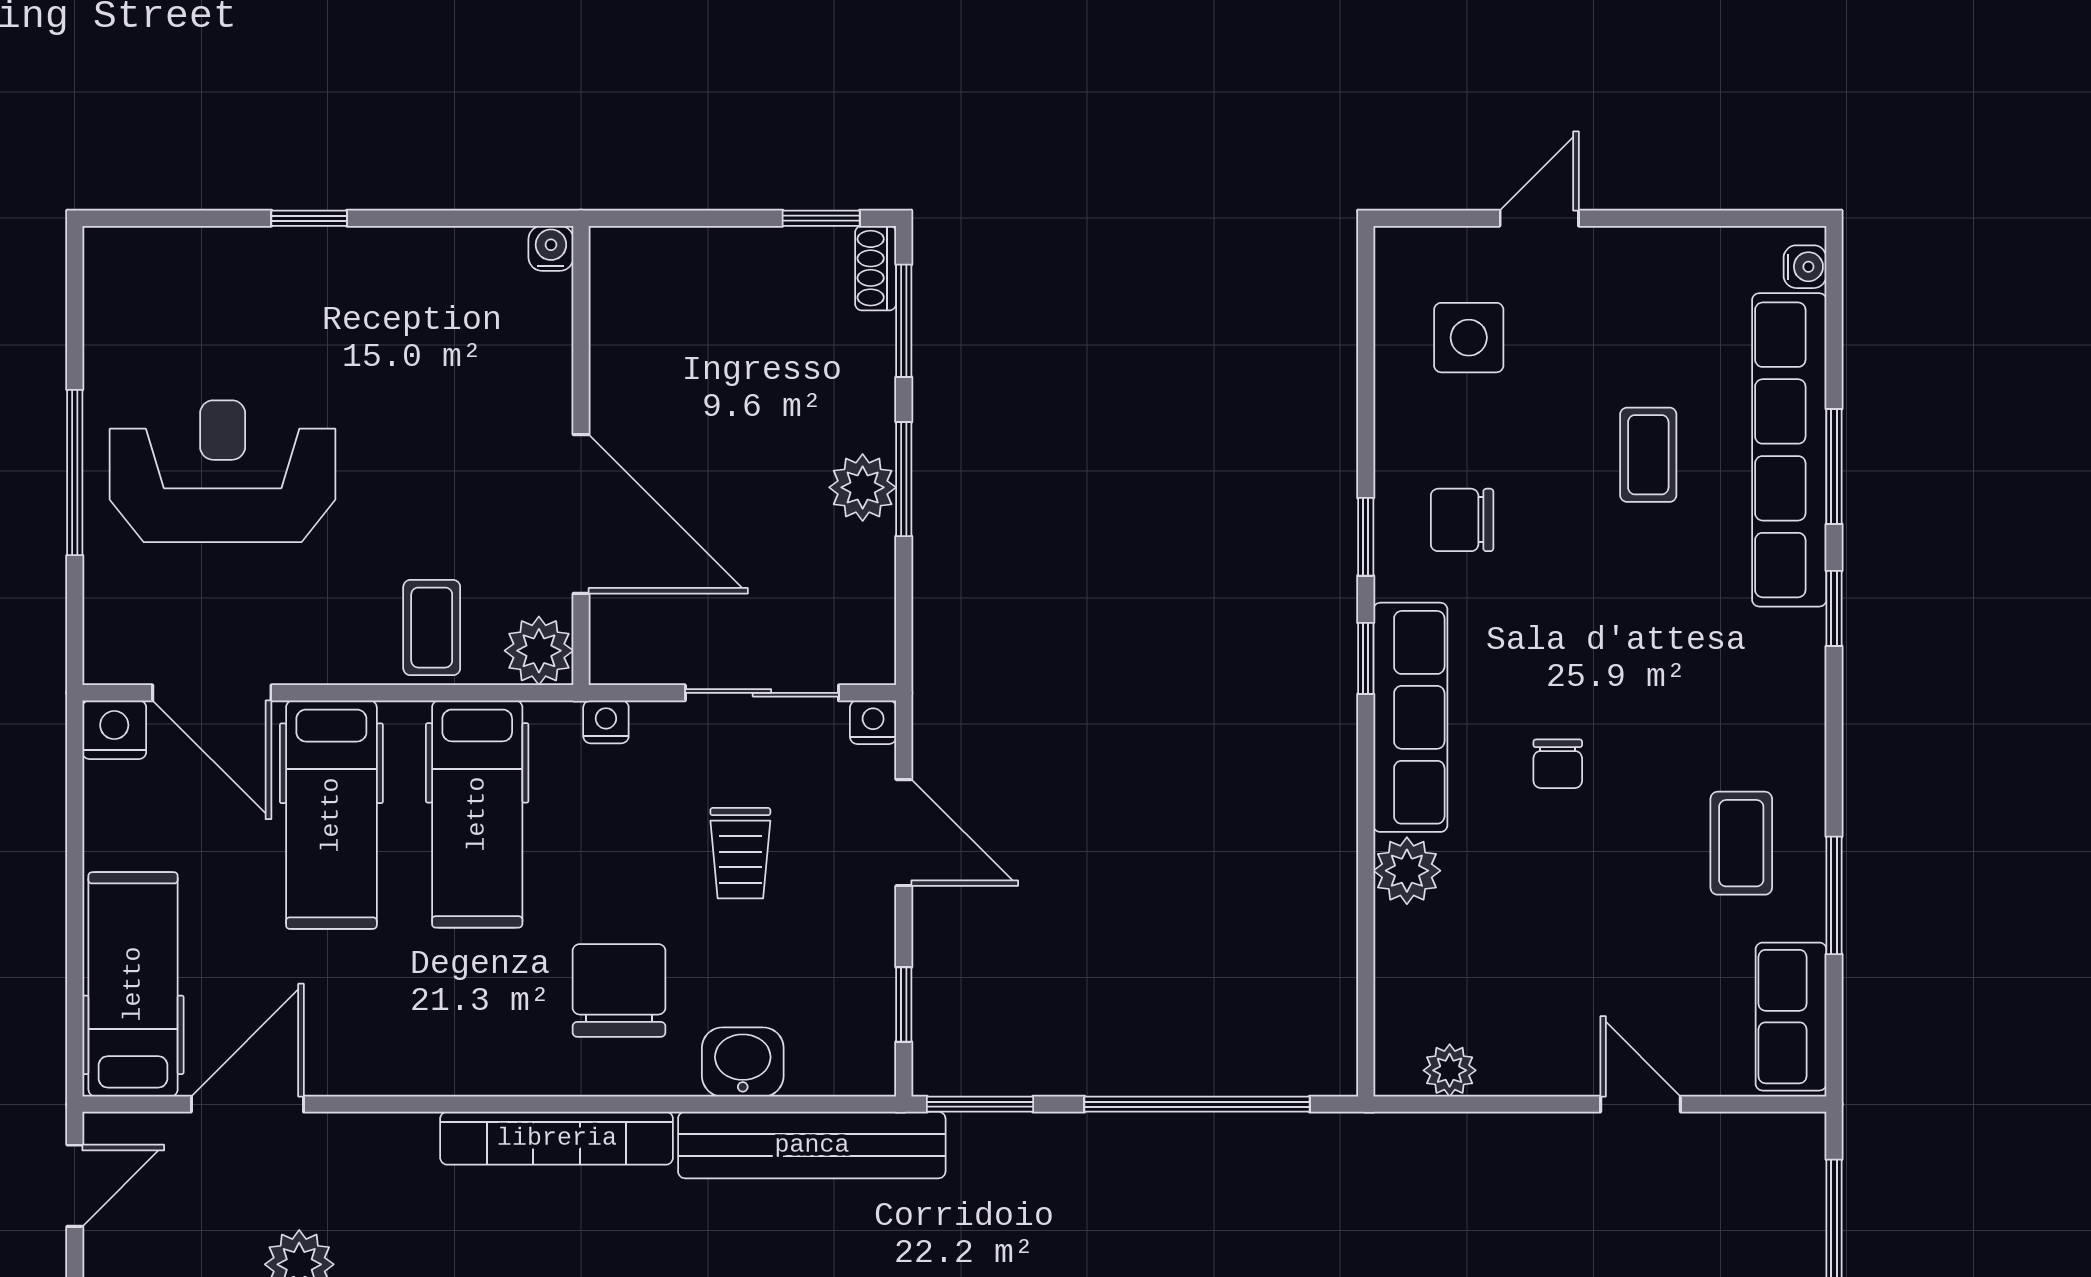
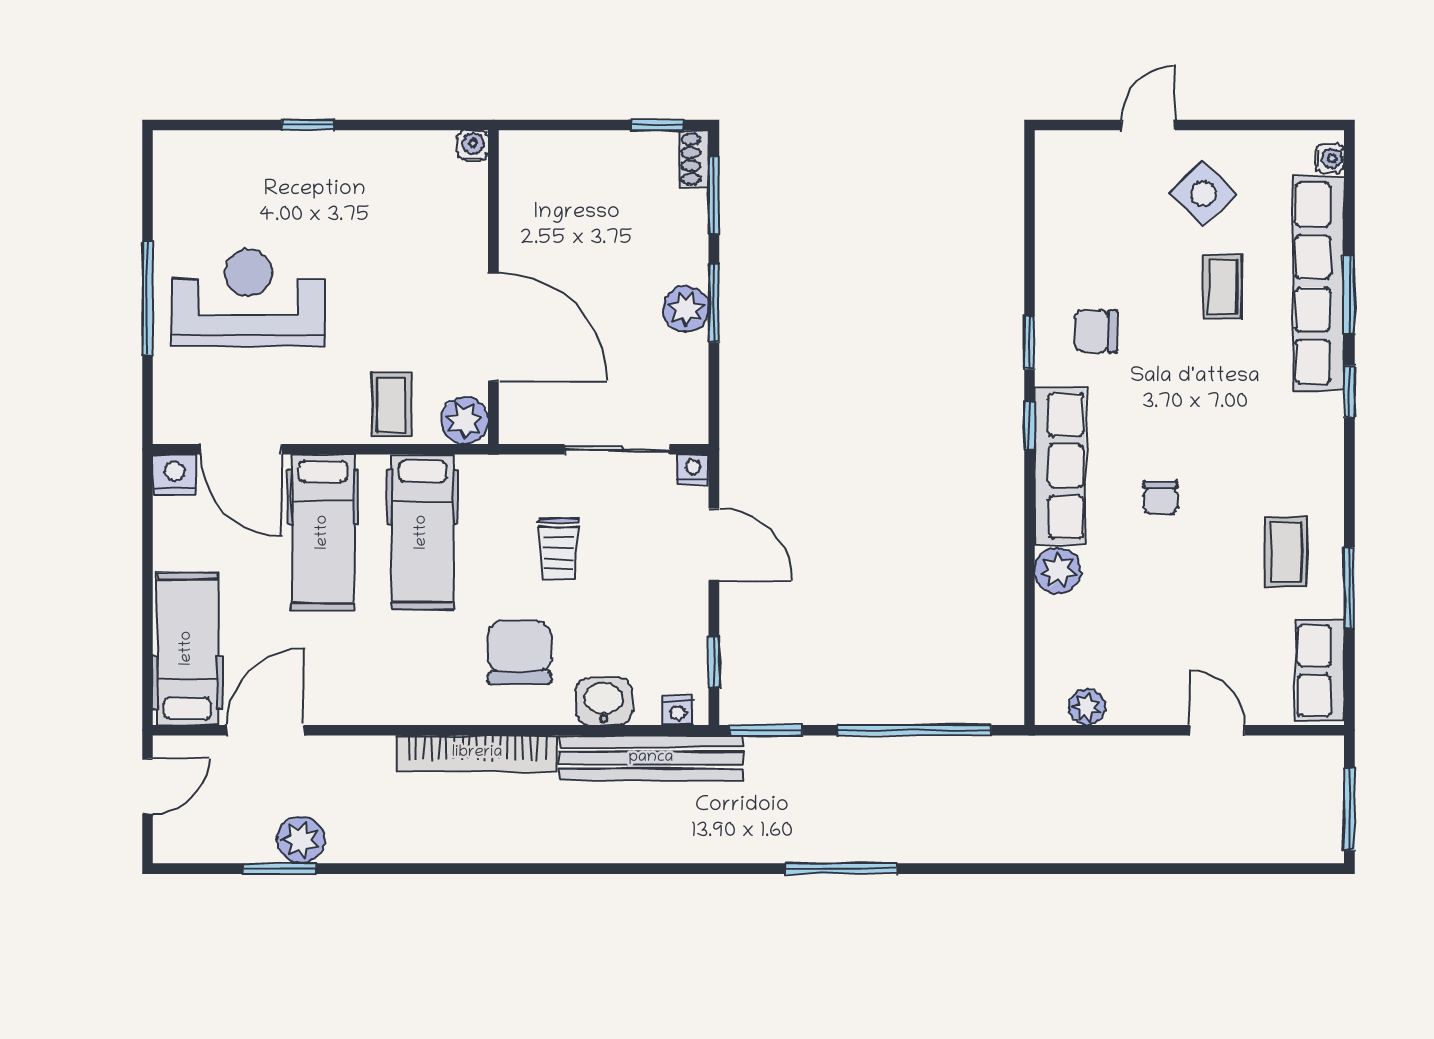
side table: (1469, 338) -> (1203, 194), moved, turned 45
nightstand: (606, 722) -> (678, 710), moved, turned 180
trolley: (740, 853) -> (559, 549), moved

